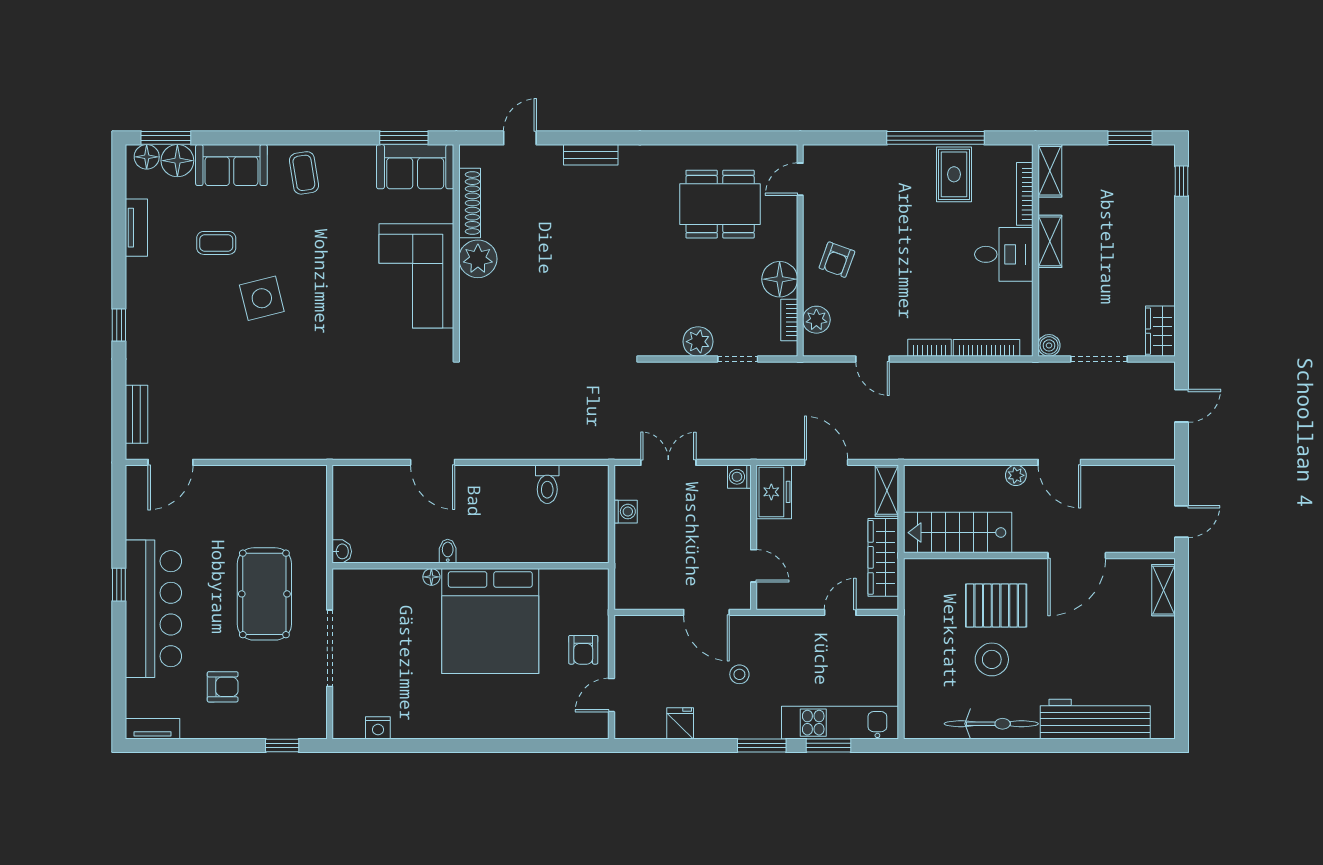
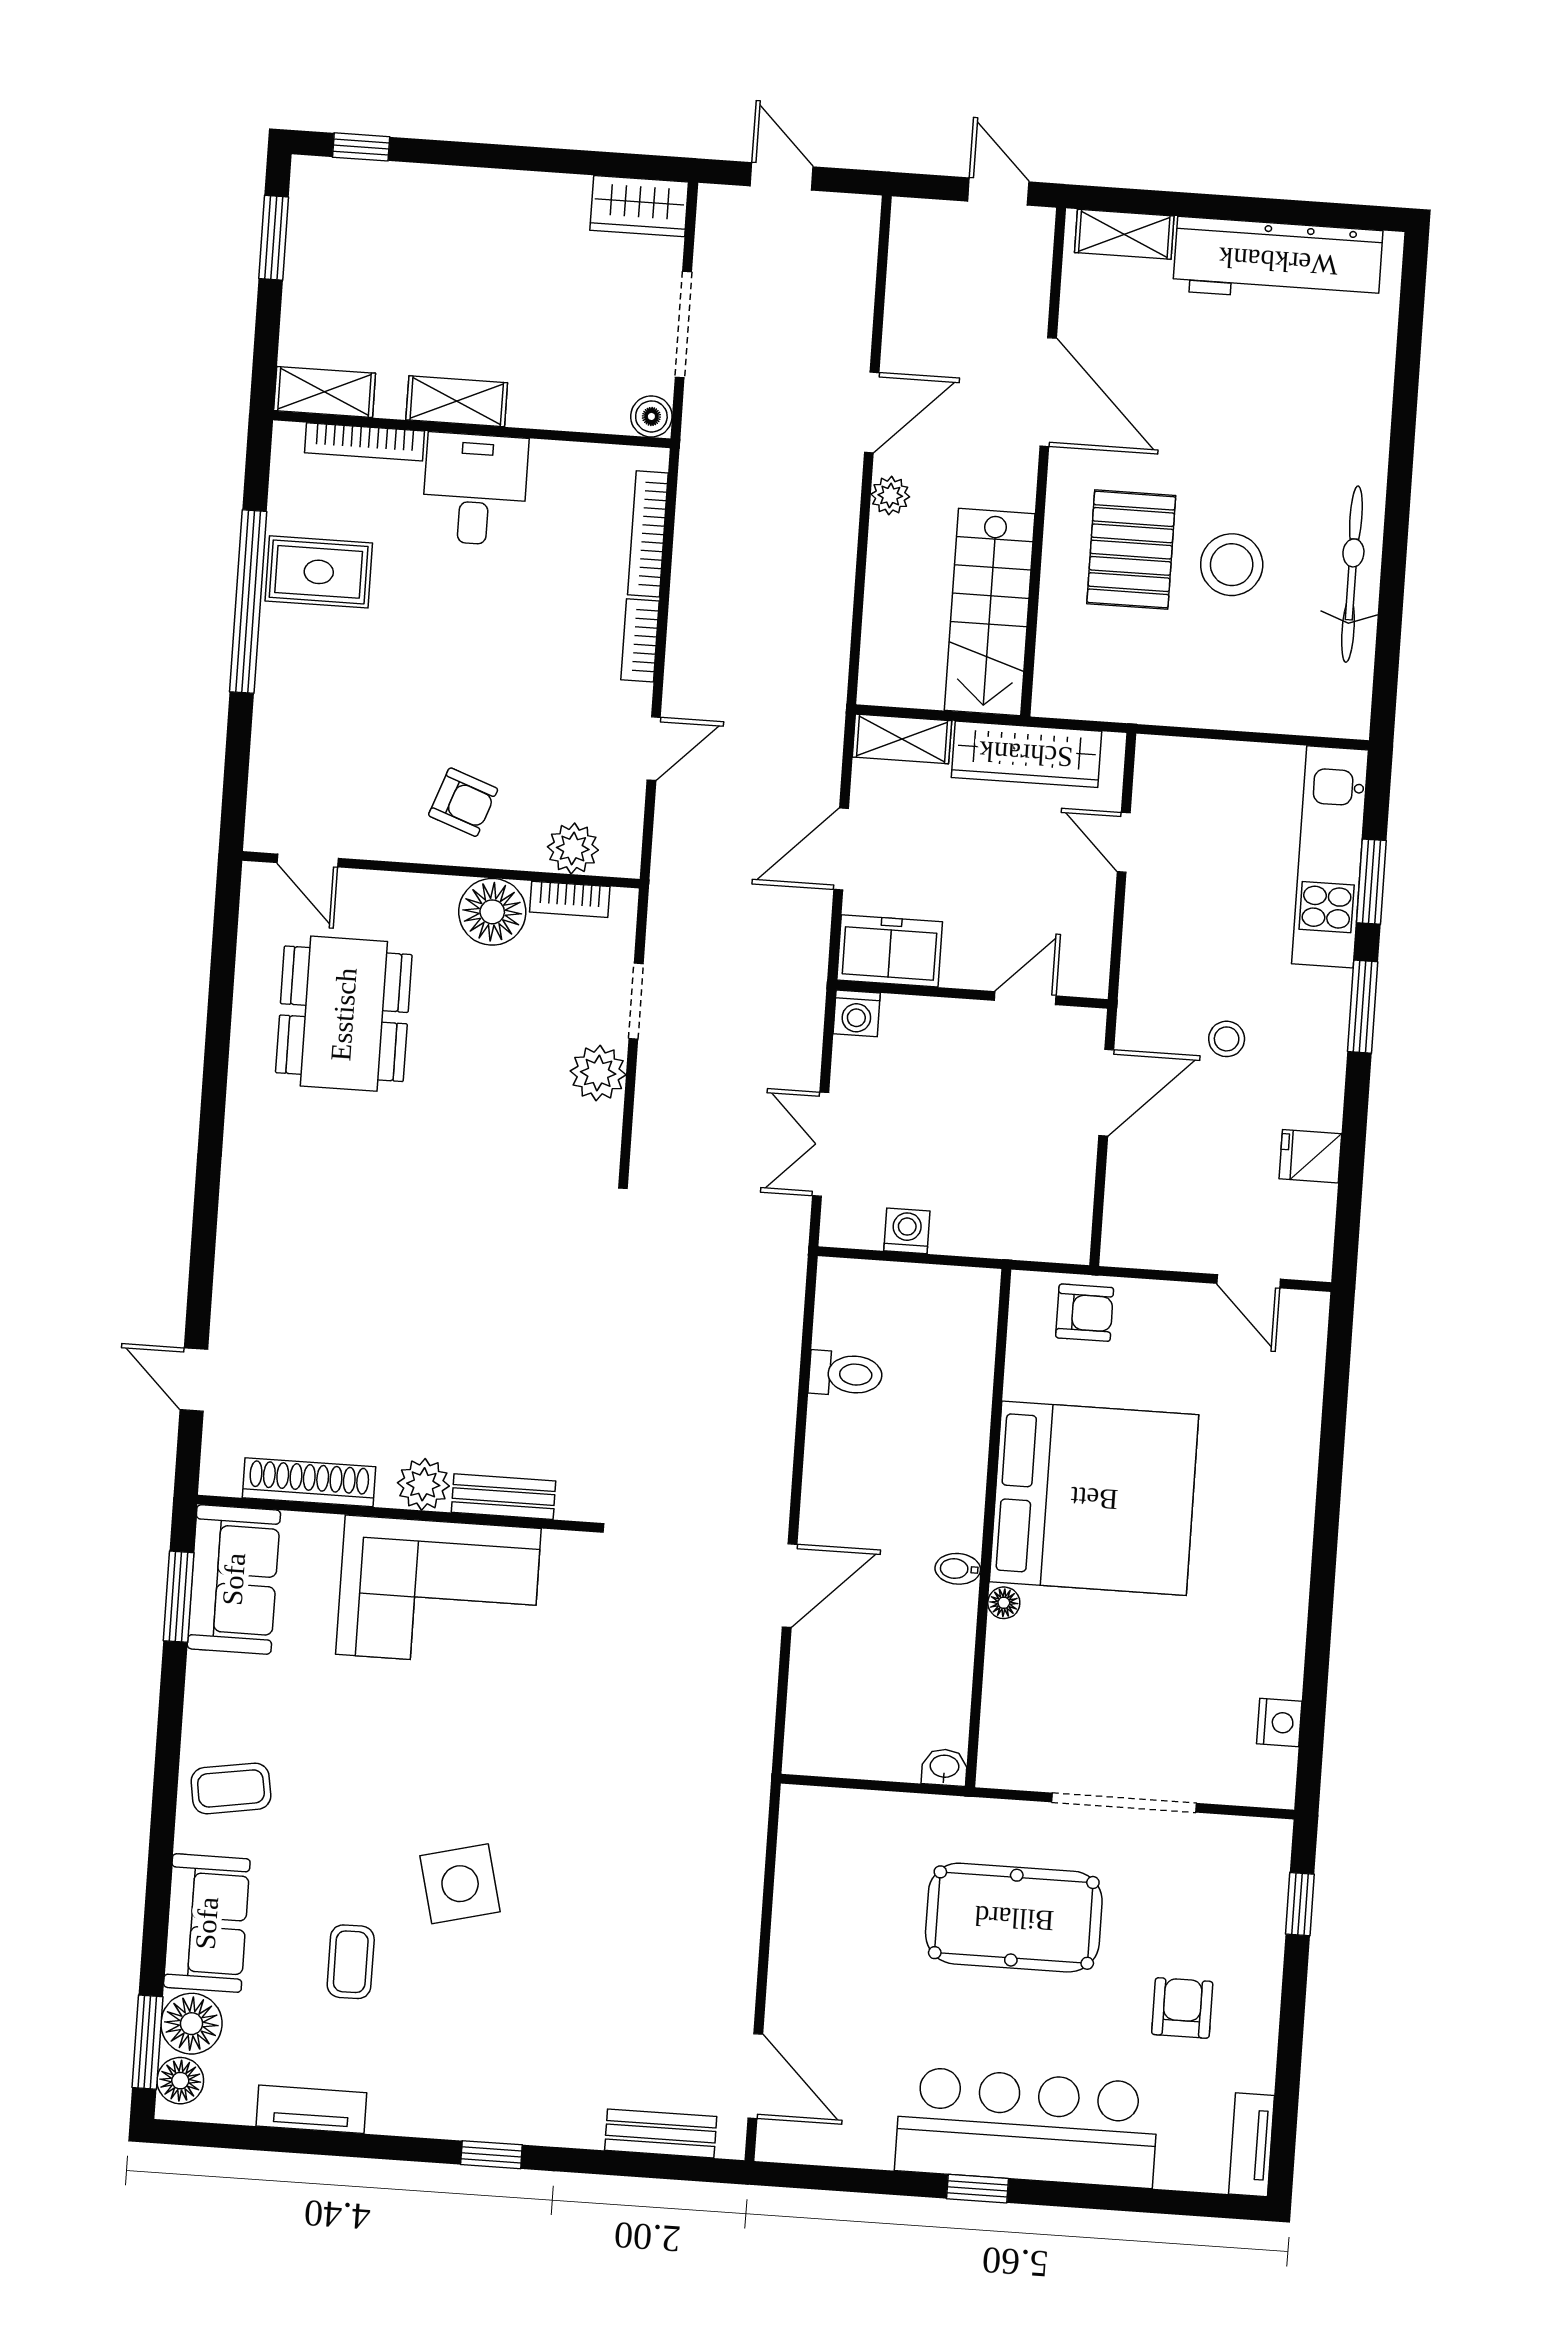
bench: (591, 155) -> (504, 1497), moved, turned 90
plant: (478, 259) -> (423, 1484), width x0.73, depth x0.73
armchair: (583, 650) -> (1085, 1313), moved
workbench: (1095, 719) -> (1278, 261), moved, turned -90

